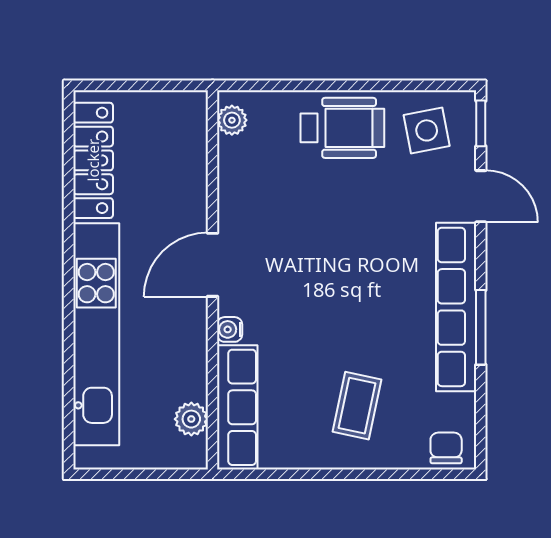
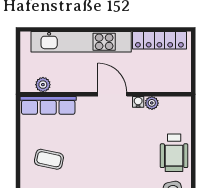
plant: (232, 120) -> (152, 103), moved
water cooler: (230, 329) -> (138, 102), moved

